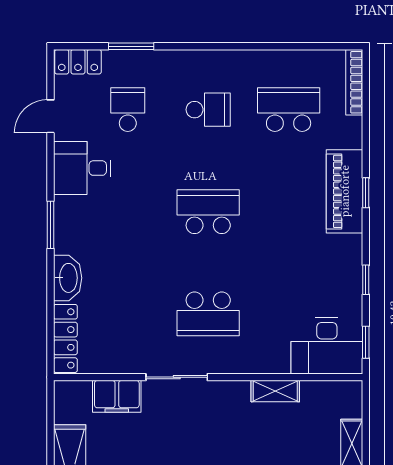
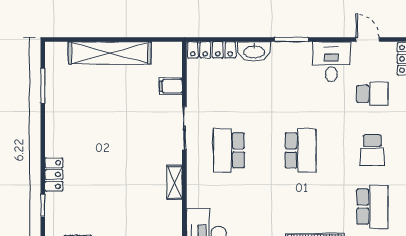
shelving: (275, 391) -> (175, 182), moved
filing cabinet: (117, 396) -> (171, 86), width x0.50

